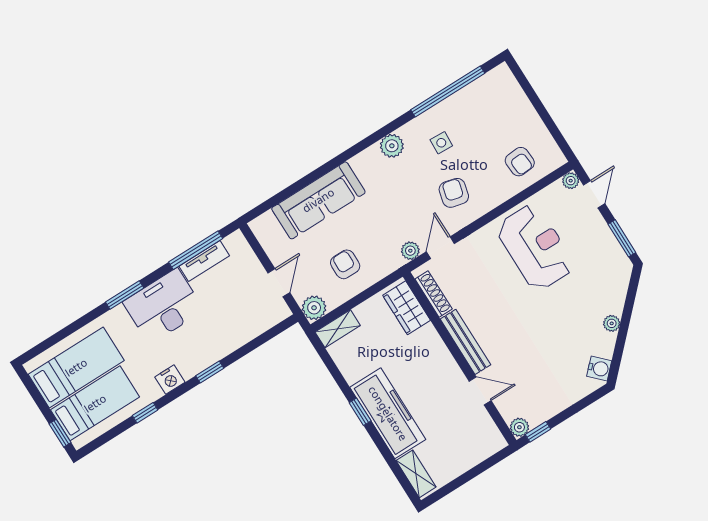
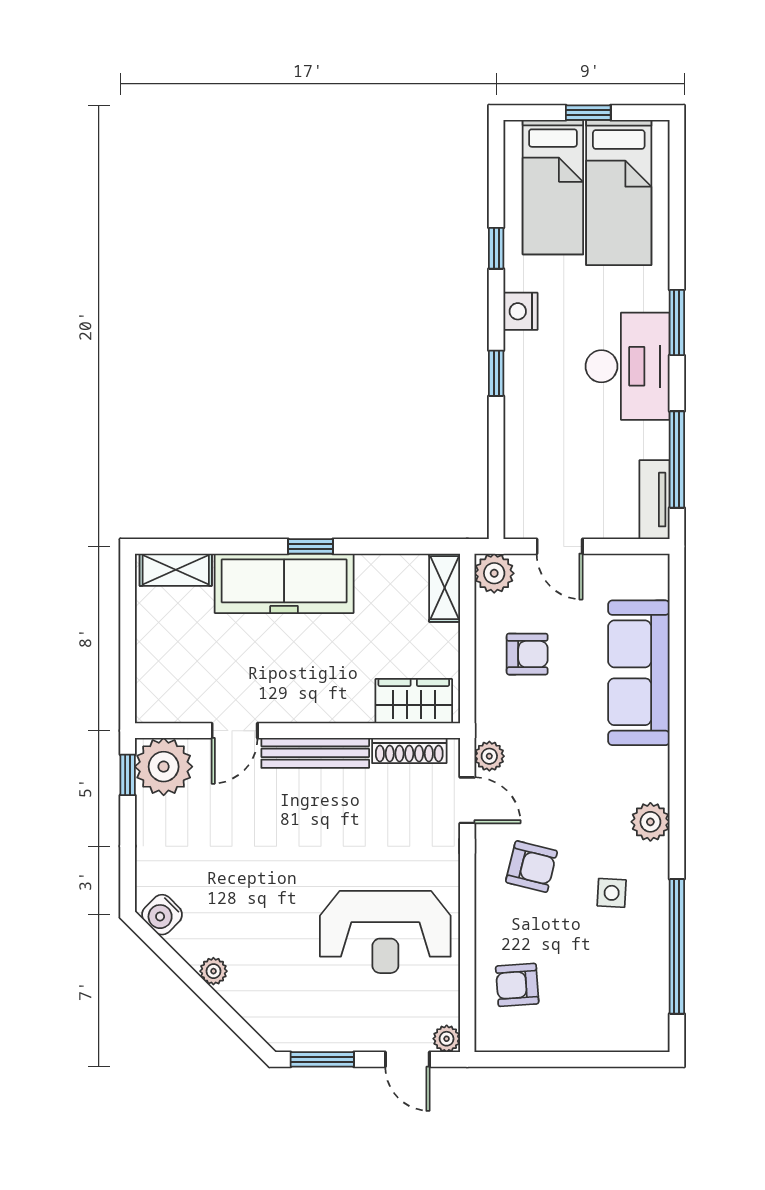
tv unit: (204, 261) -> (655, 500), moved
plant: (519, 427) -> (164, 767), width x1.87, depth x1.87
window: (60, 433) -> (588, 113), moved

